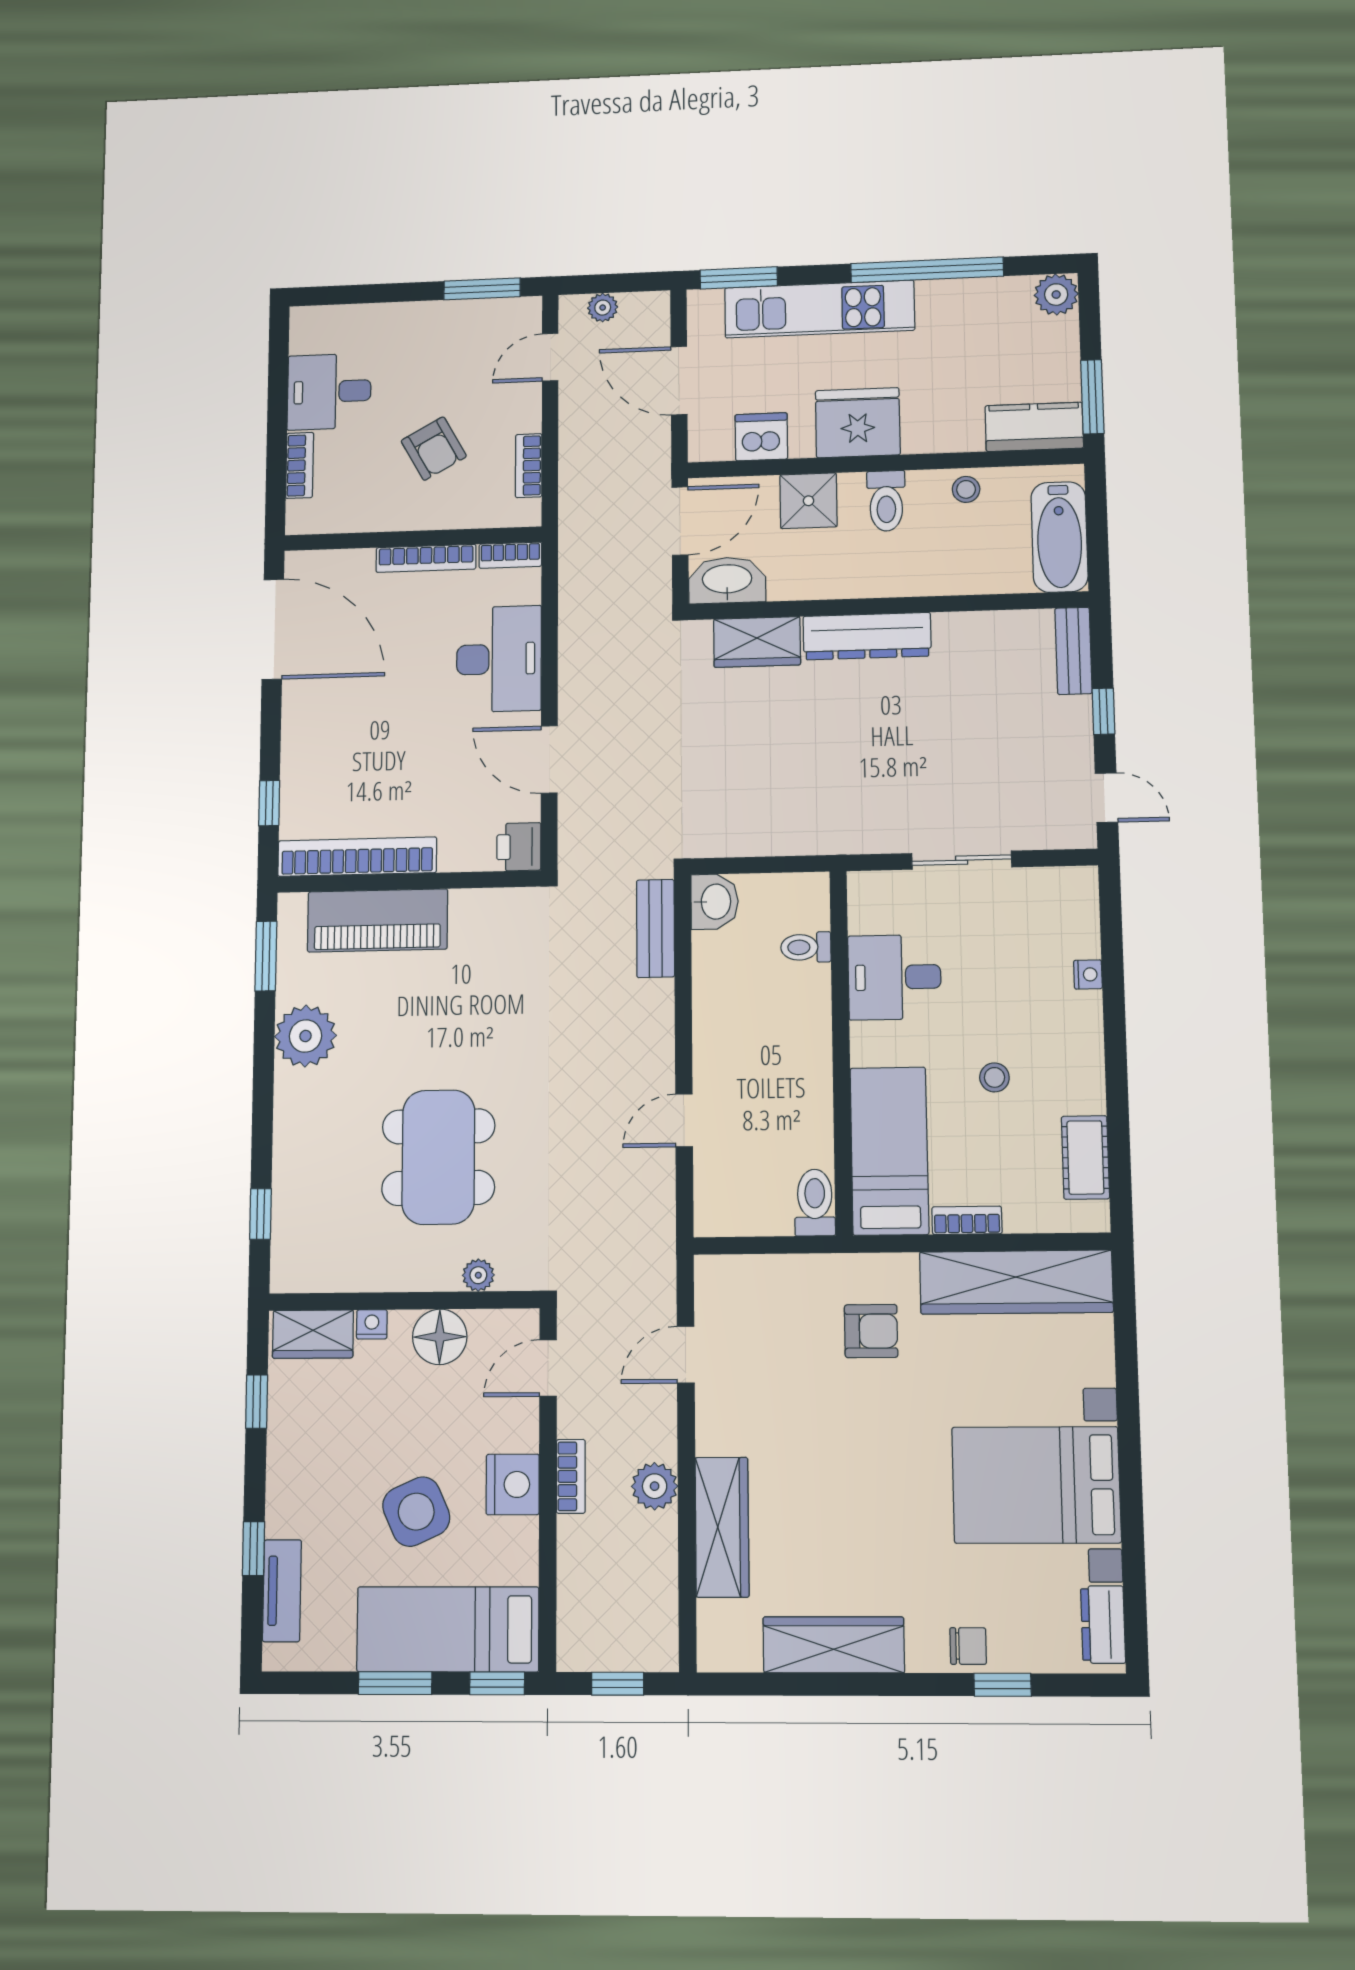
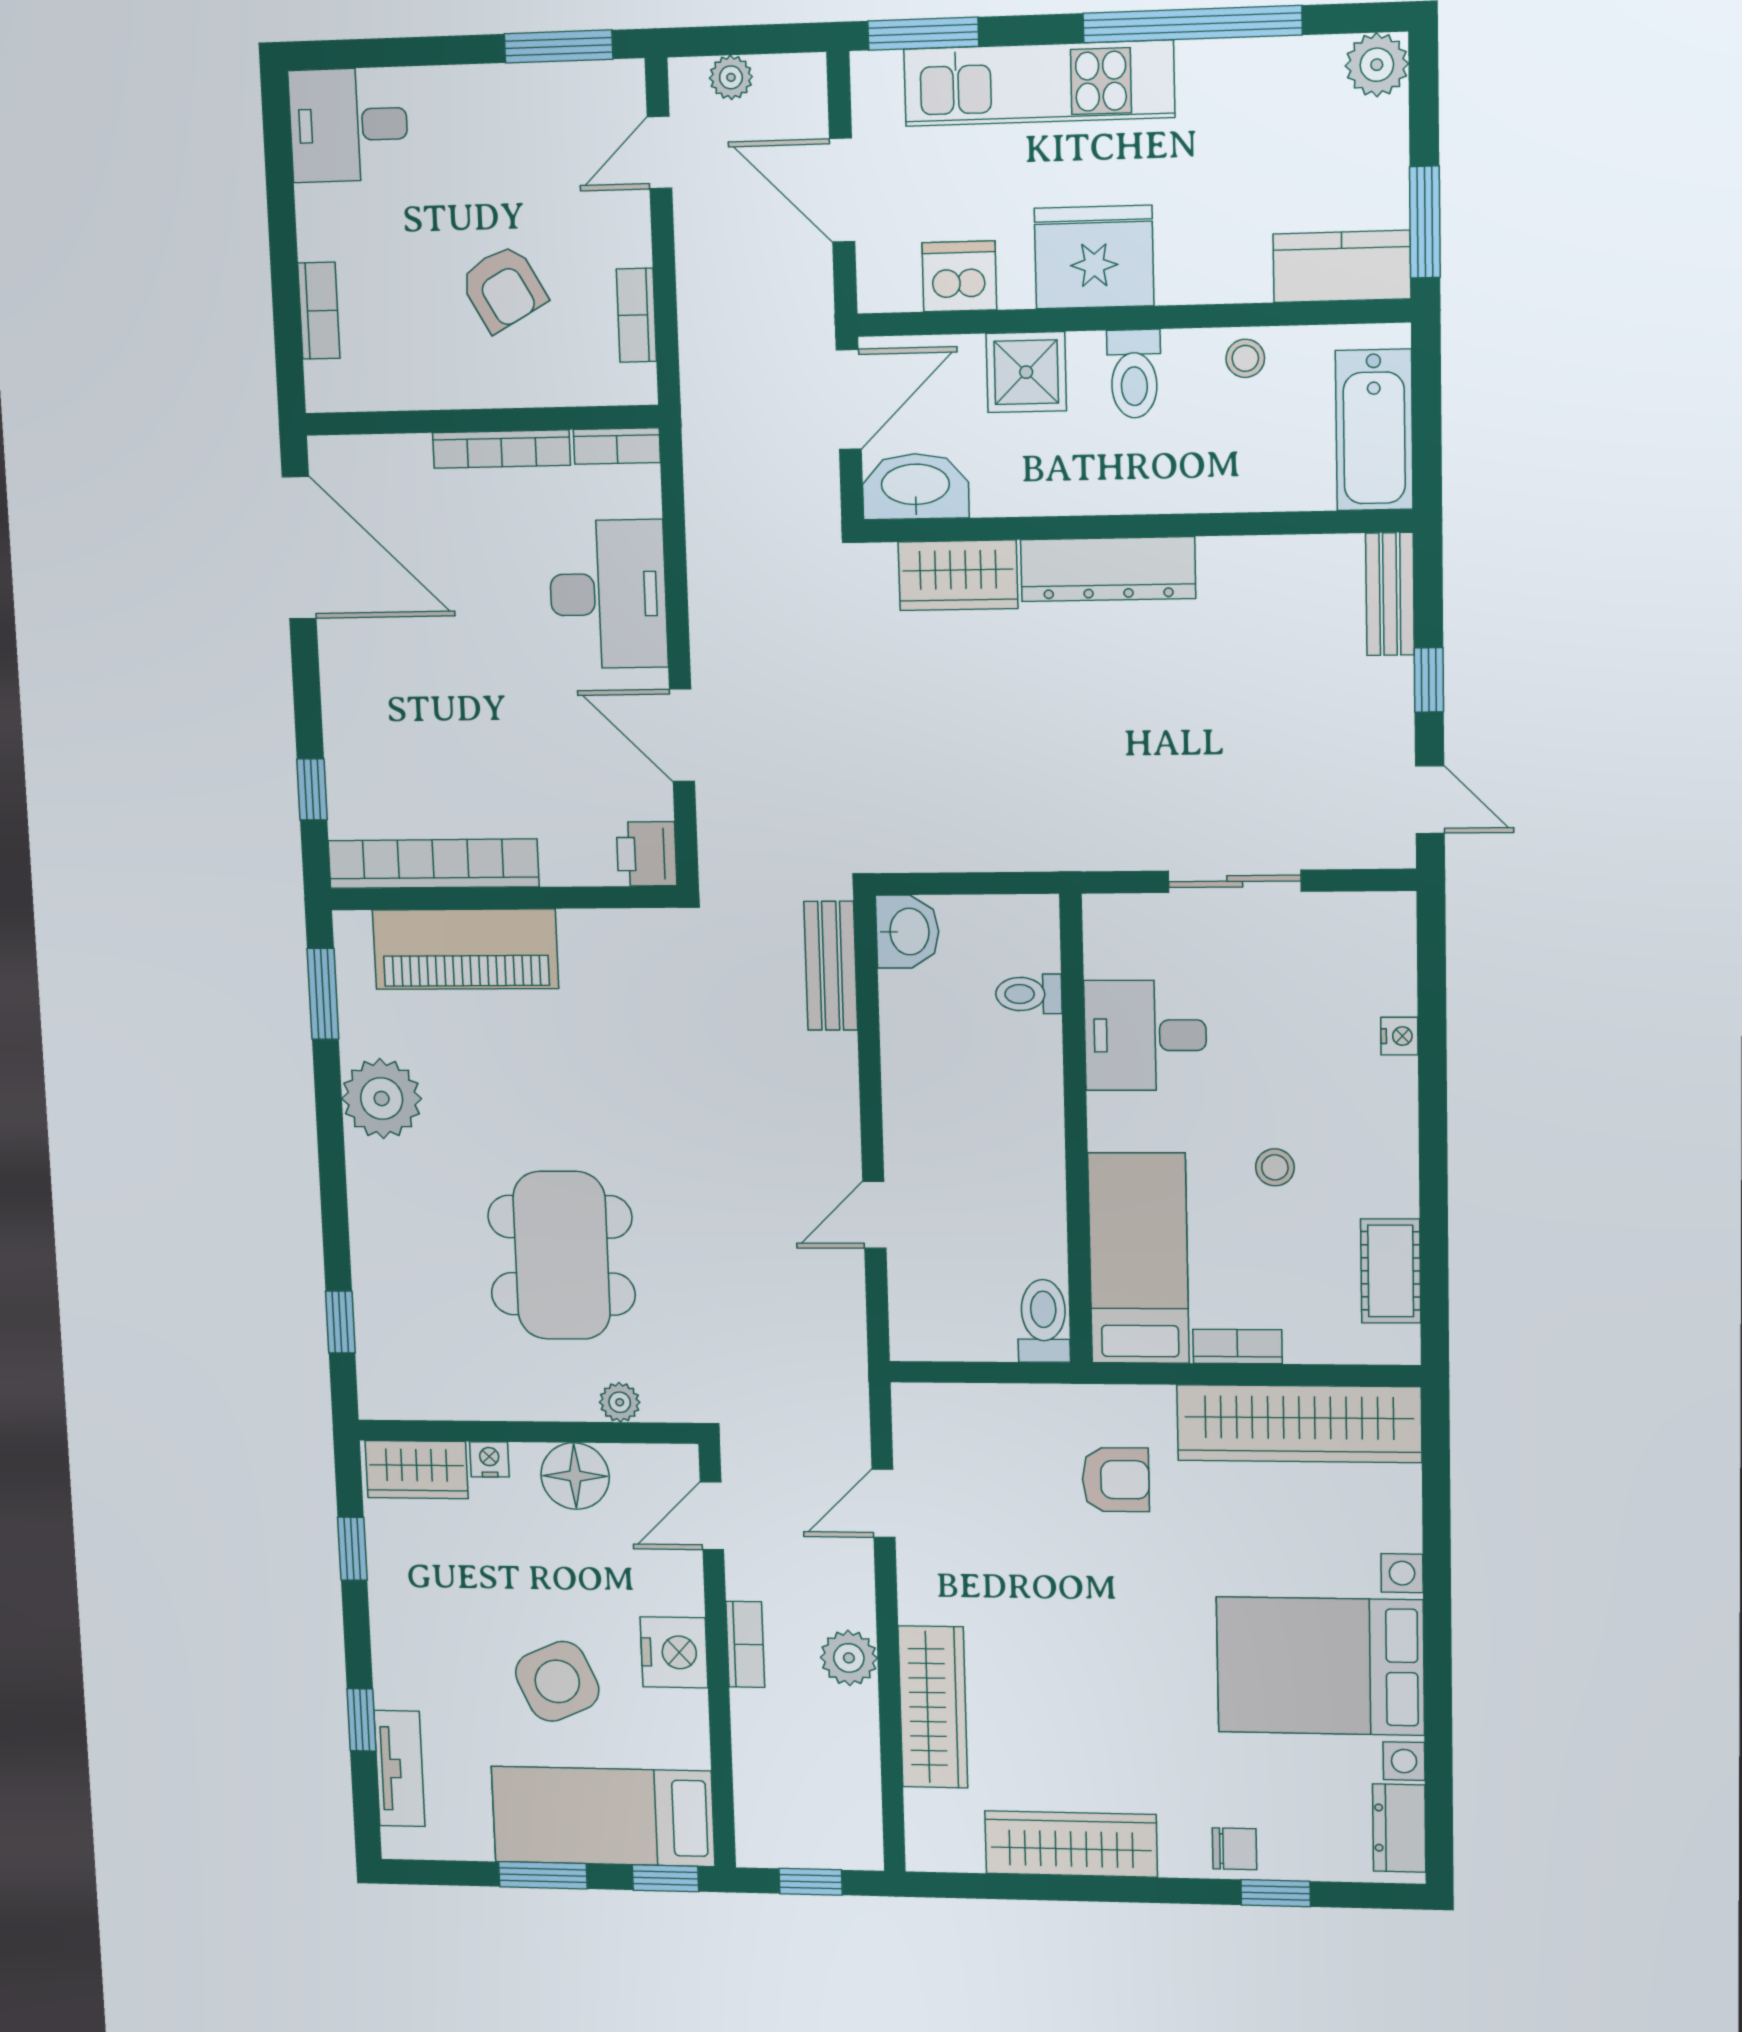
desk: (329, 392) -> (349, 125), moved

